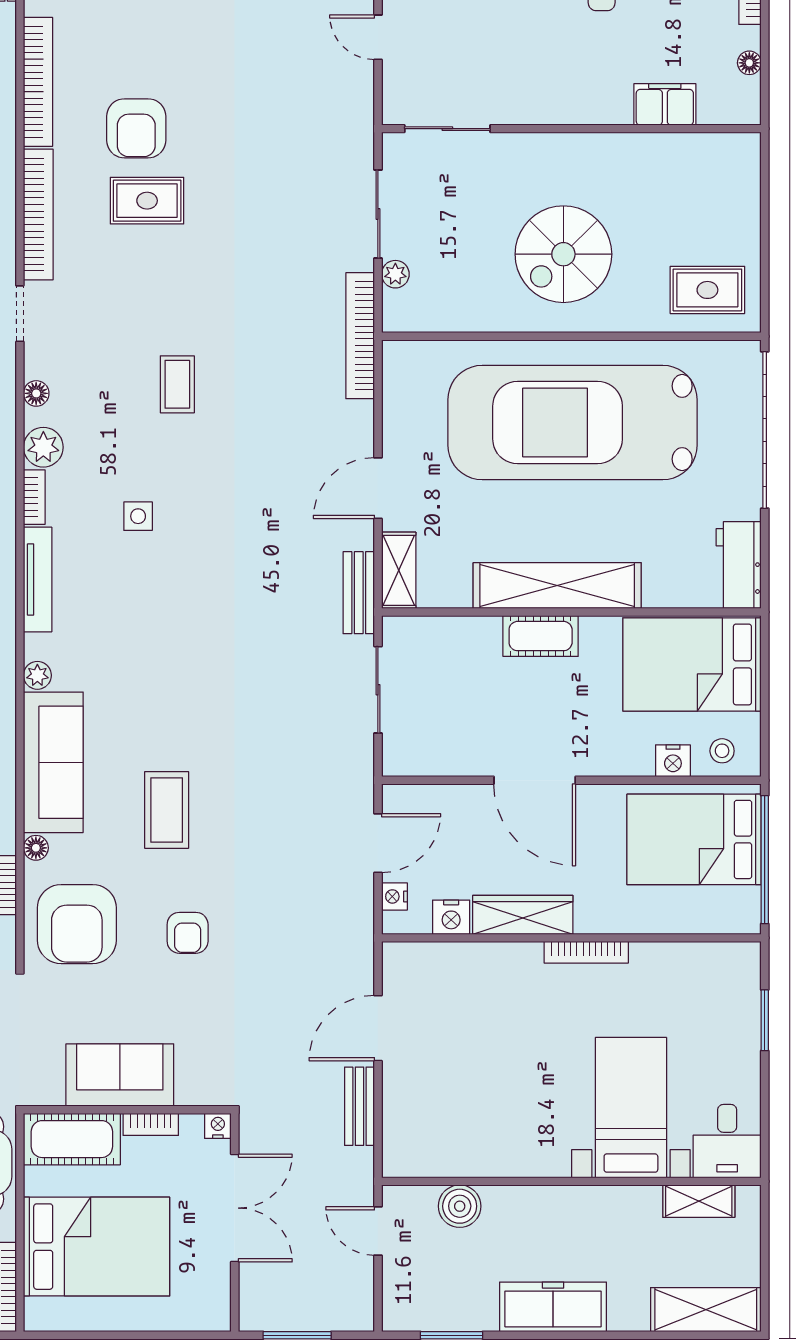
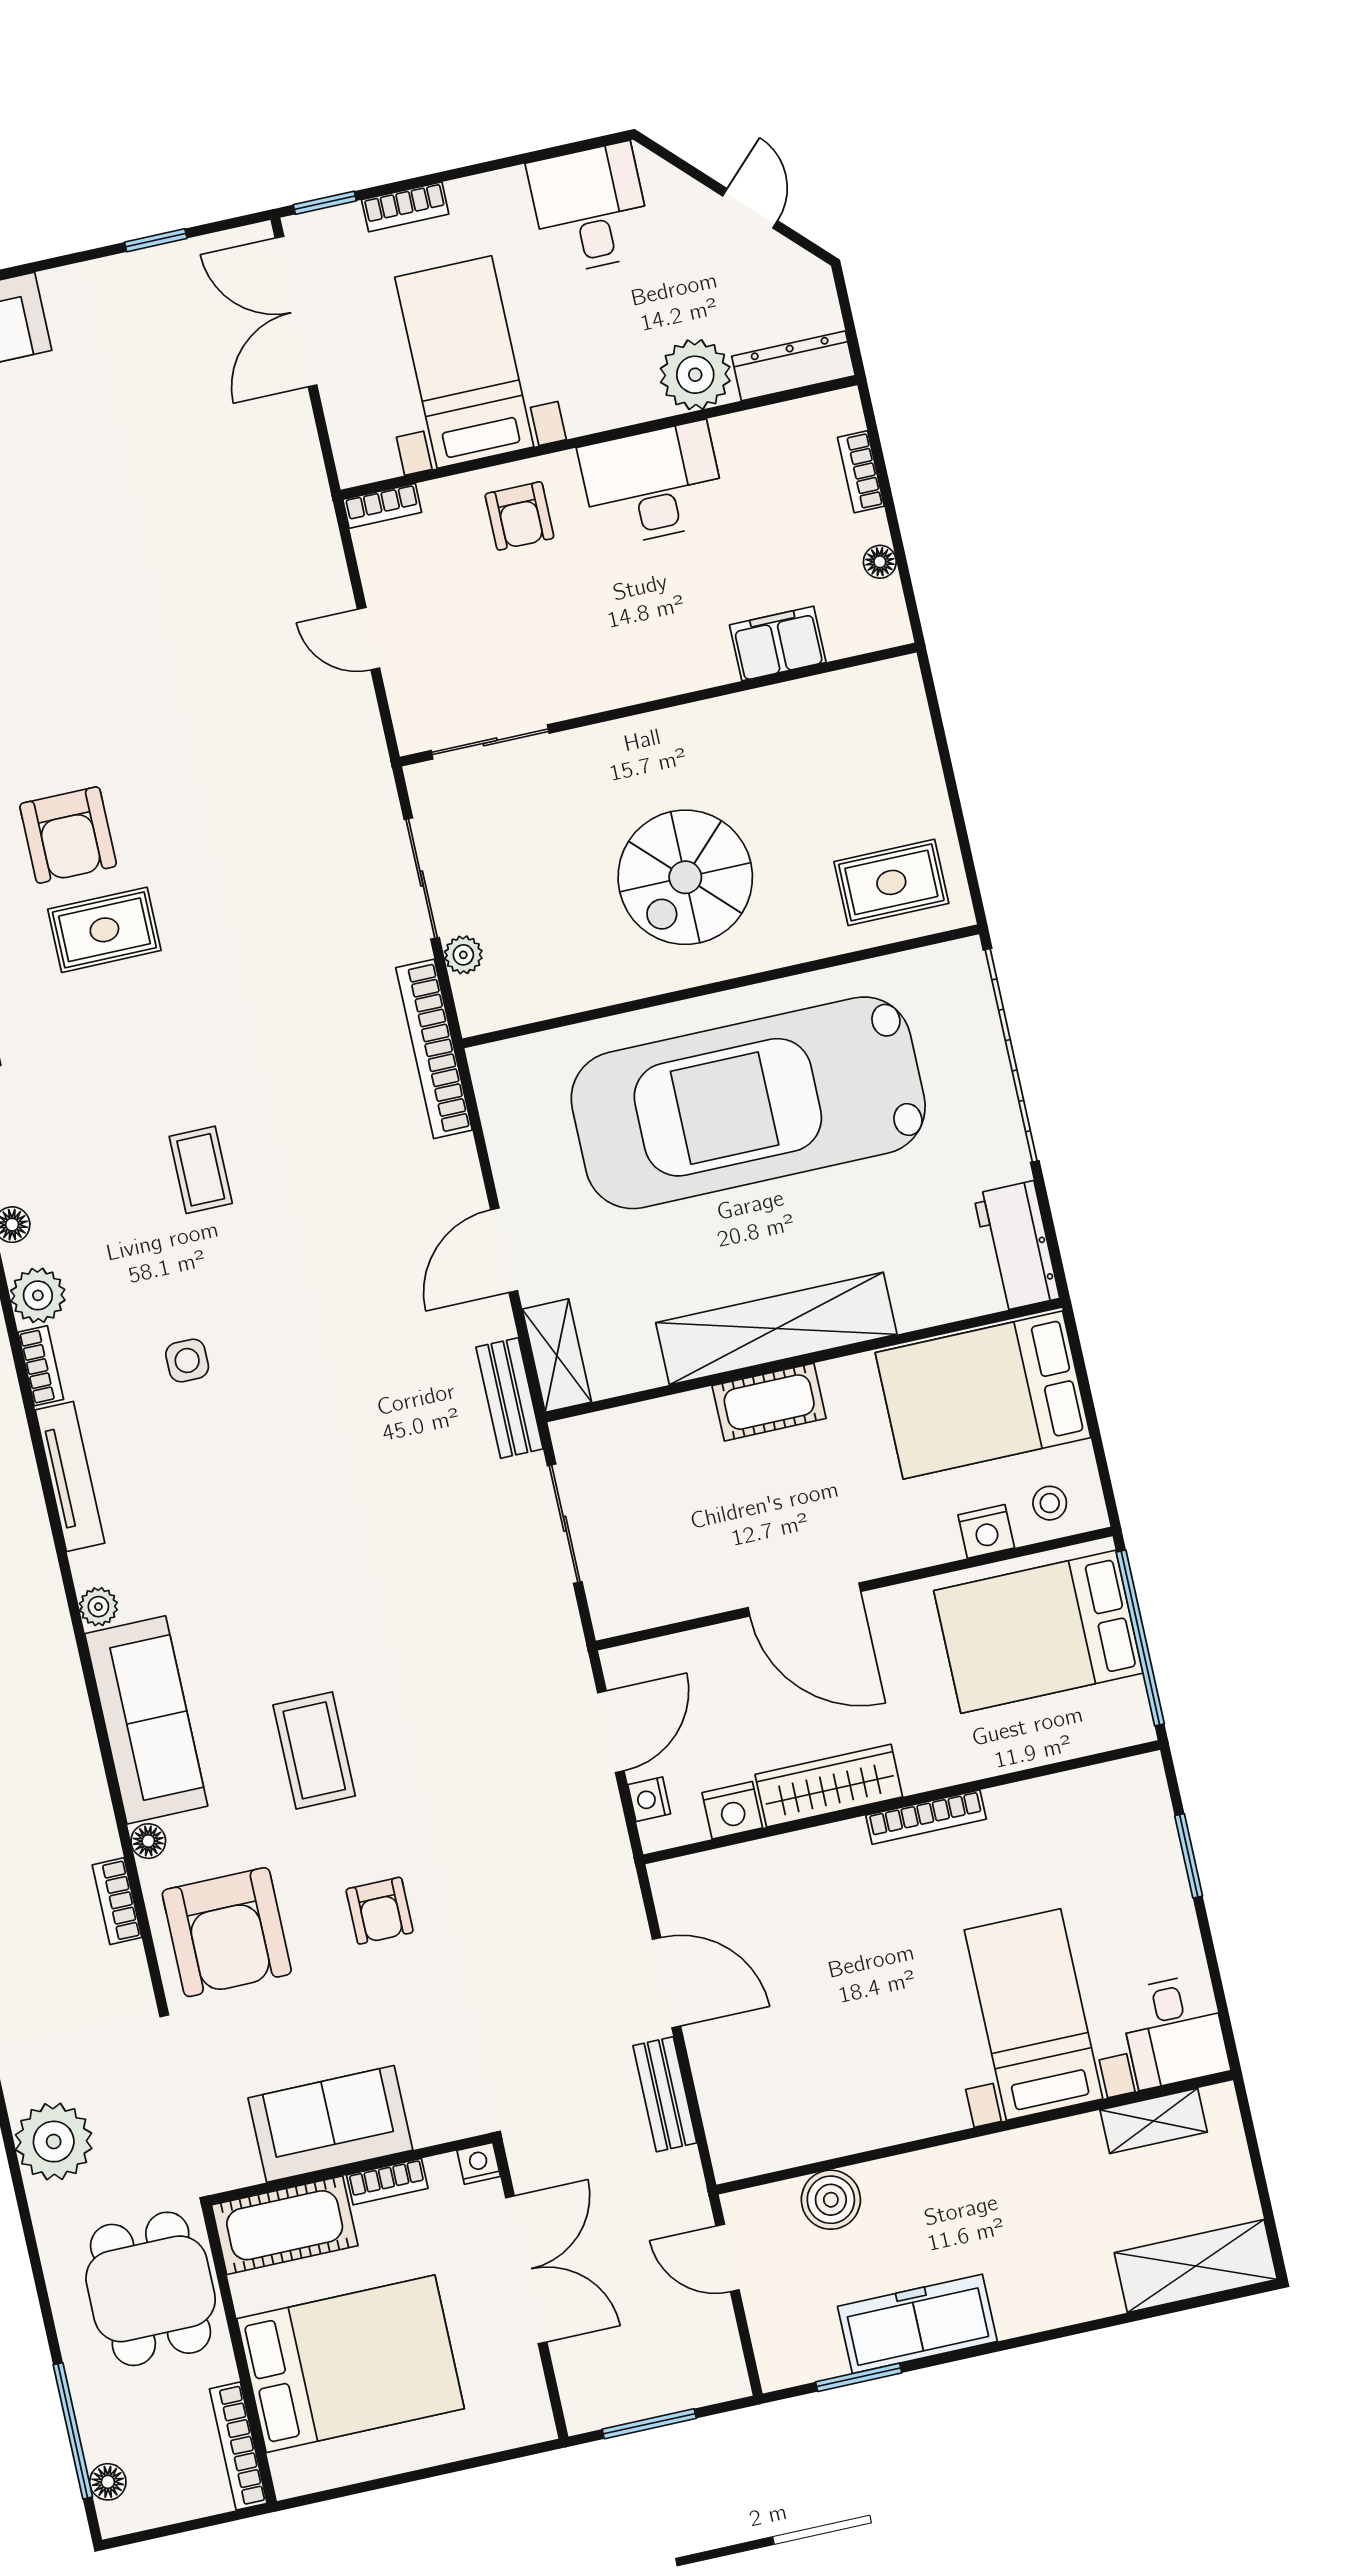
door: (378, 1028) -> (666, 1983), swing flipped
freezer: (553, 1307) -> (917, 2324), moved

